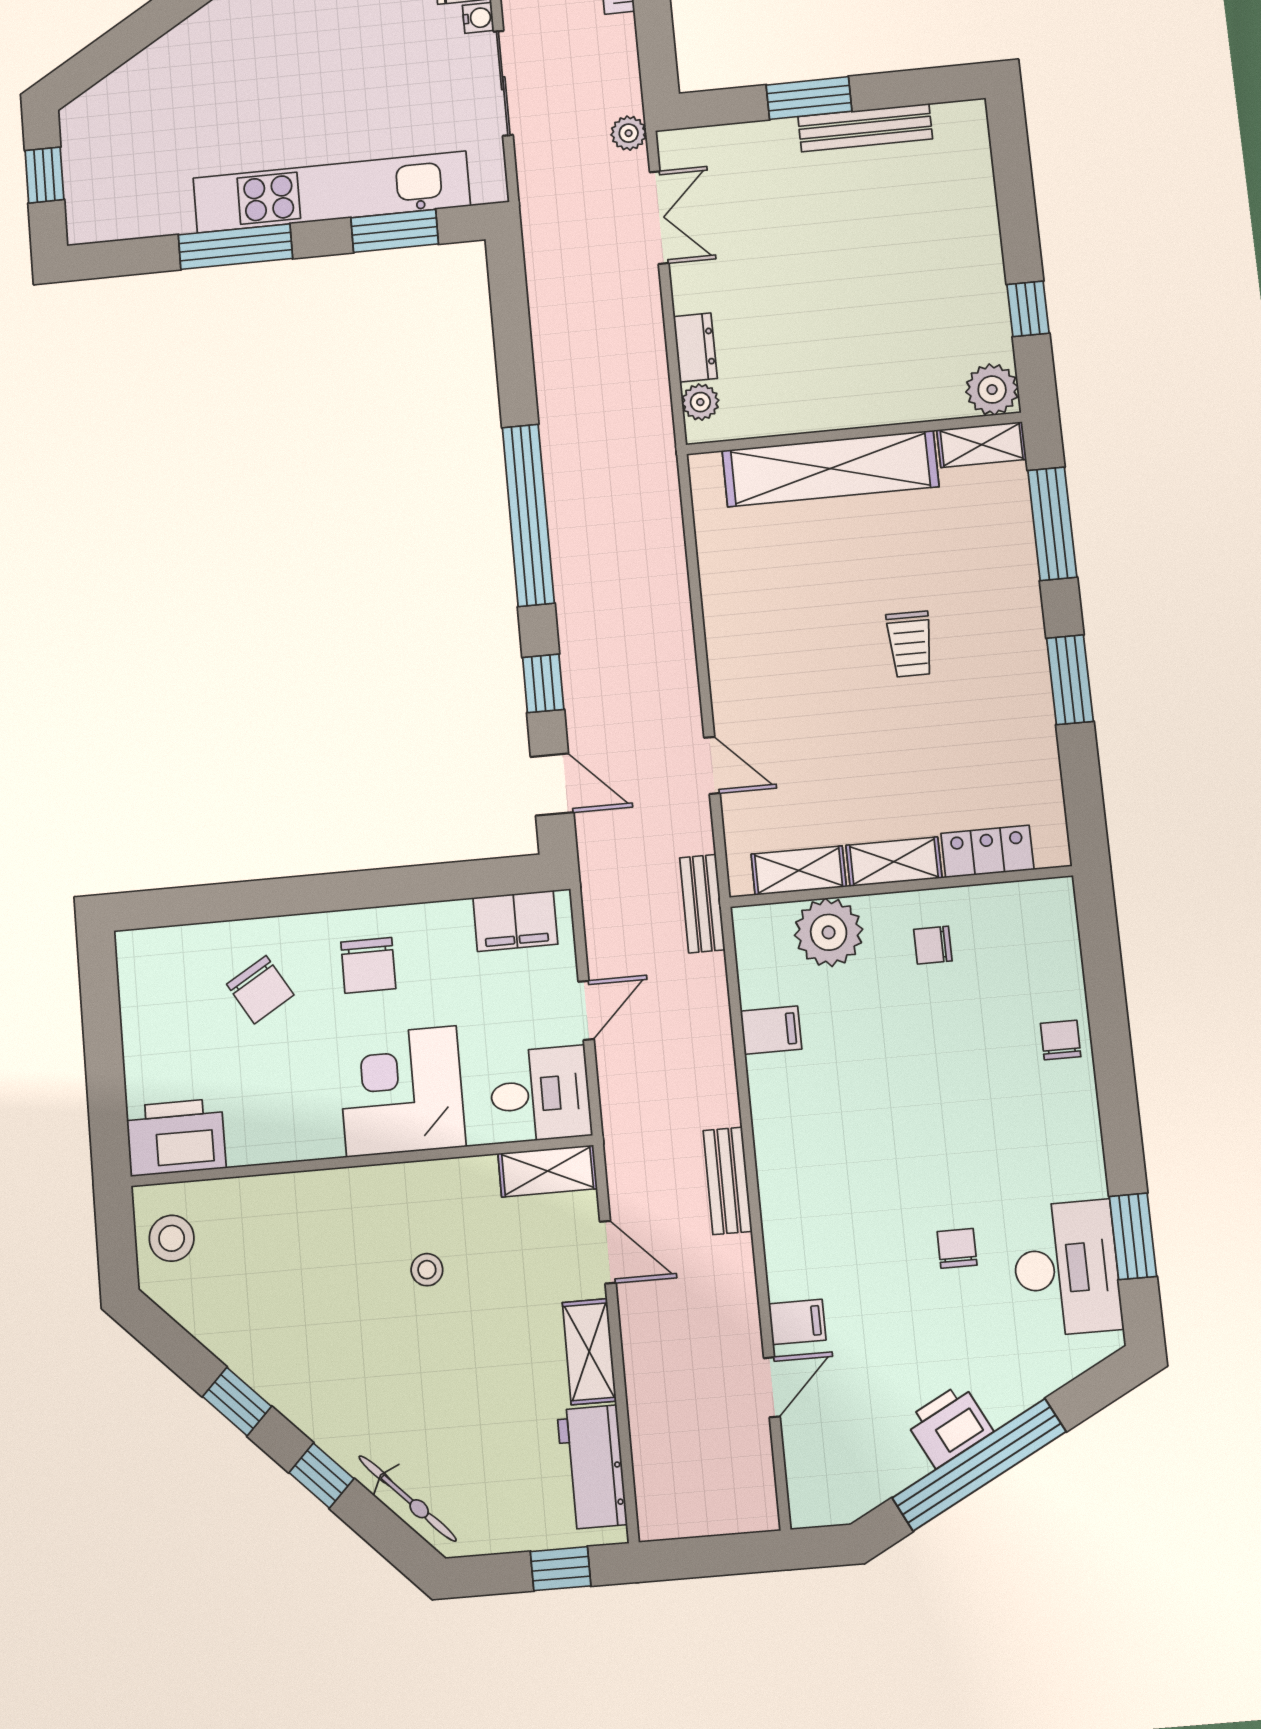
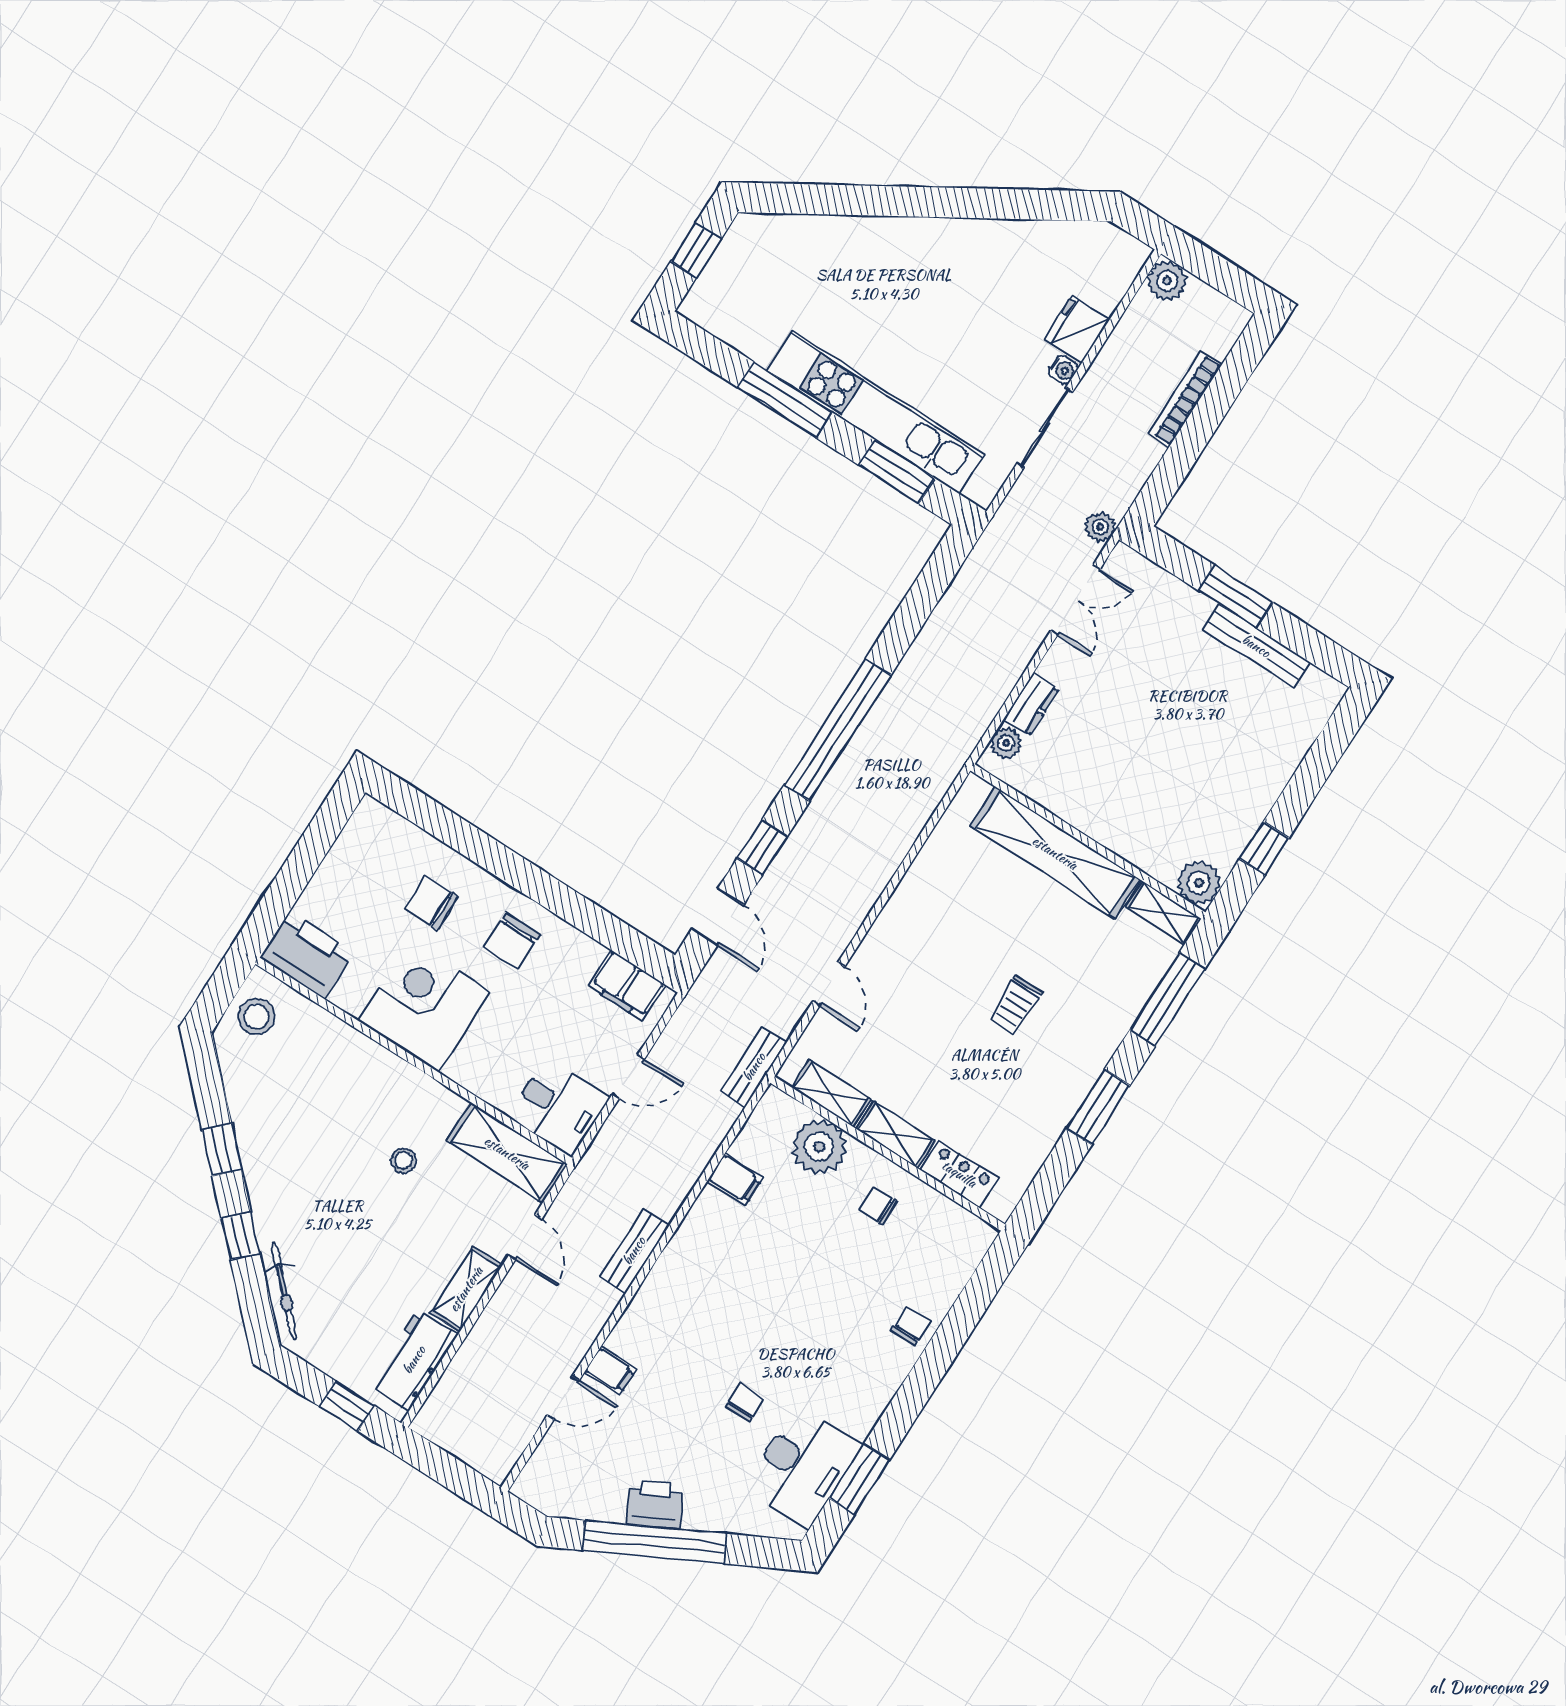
chair: (260, 990) -> (431, 903), turned 121
corner desk: (401, 1091) -> (424, 1006), moved
shelving: (548, 1171) -> (507, 1153), width x1.50, depth x1.33

